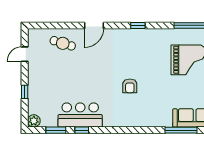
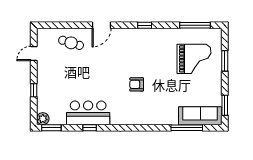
armchair: (130, 86) -> (137, 84), turned 90
window: (56, 130) -> (51, 128), moved

